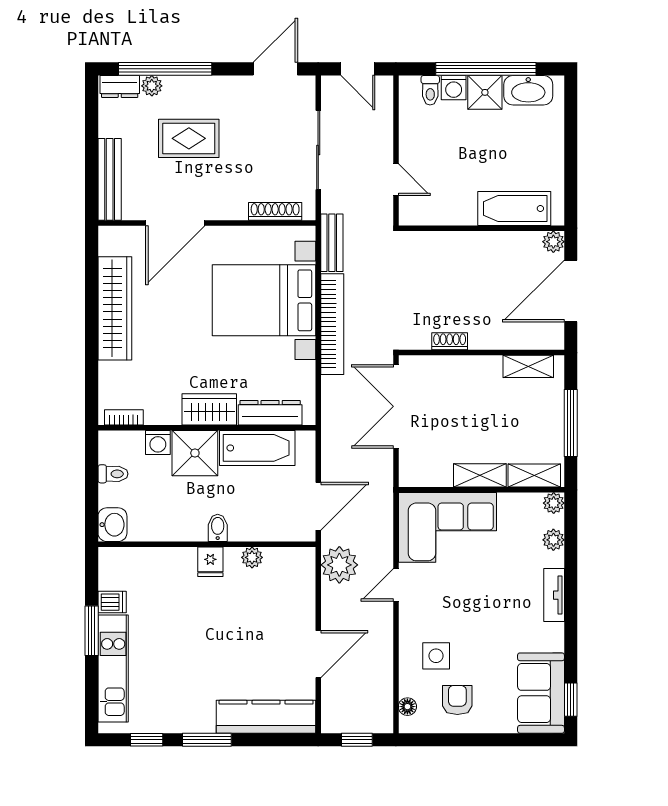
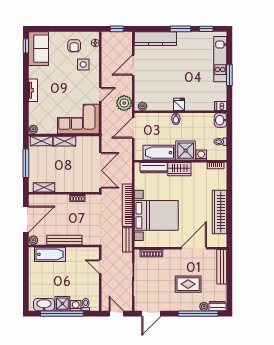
bench: (480, 242) -> (64, 240), added
plant: (553, 540) -> (33, 114), removed
plant: (252, 557) -> (142, 106), moved
dishwasher: (112, 602) -> (221, 106), moved

